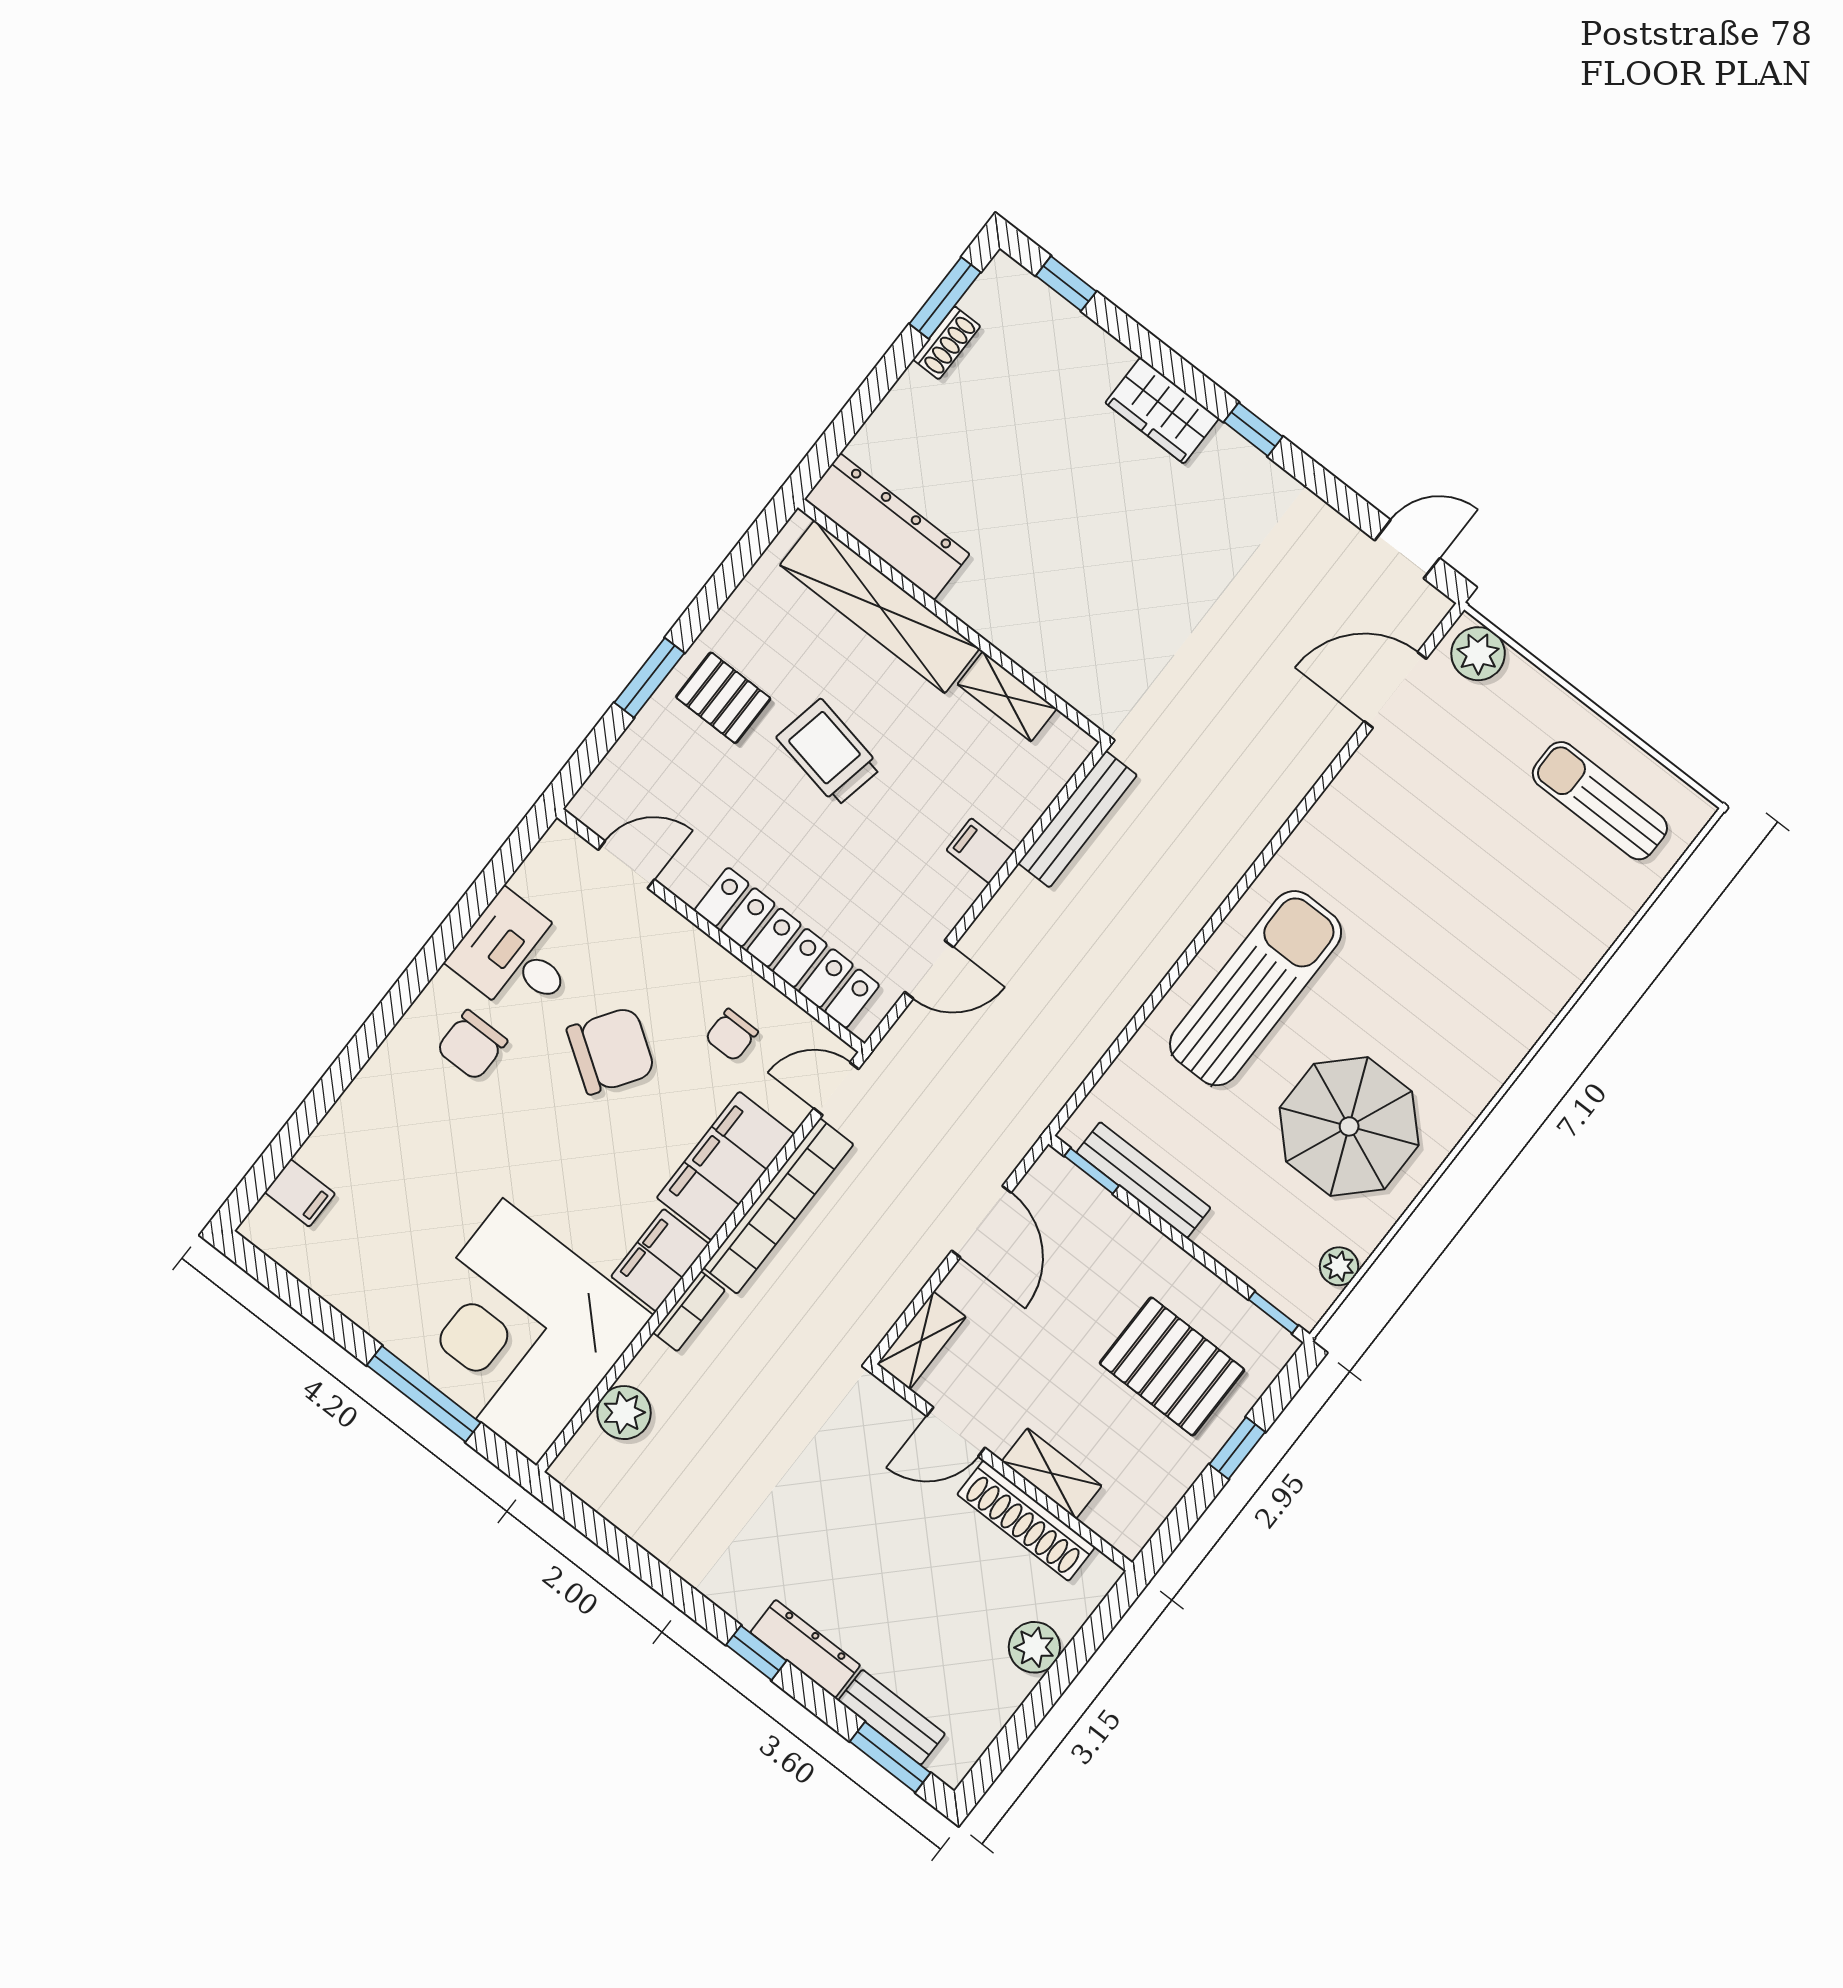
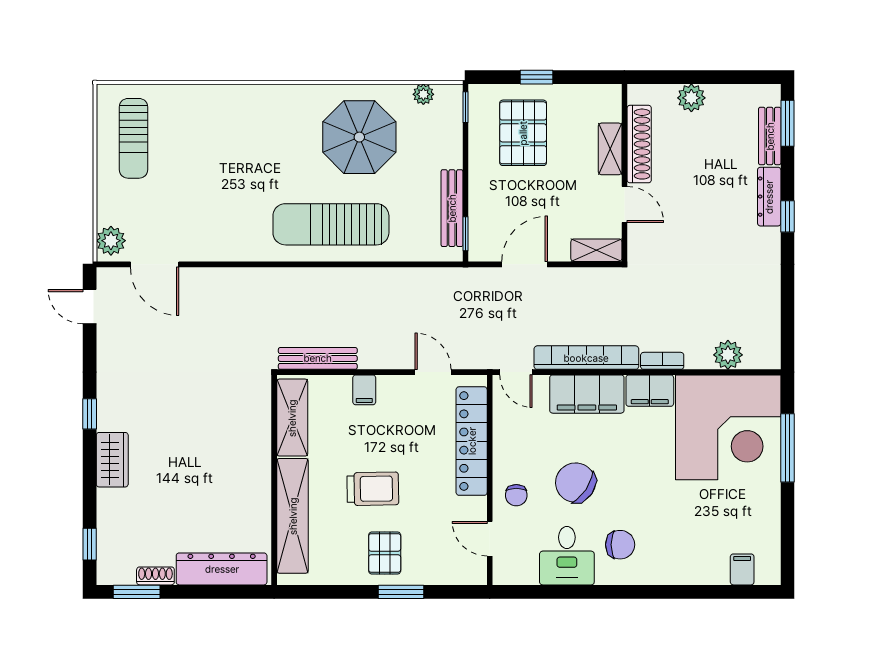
dresser: (887, 527) -> (222, 569), moved, turned 90
shelving: (1007, 697) -> (292, 418), width x1.50, depth x1.33
trolley: (829, 753) -> (373, 489), turned -102
chair: (732, 1035) -> (516, 495), moved, turned 90

